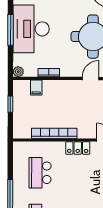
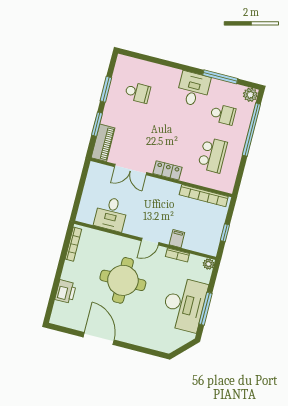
door: (91, 79) -> (150, 242), moved
filing cabinet: (36, 88) -> (177, 239), moved
bookcase: (54, 133) -> (204, 196), moved

